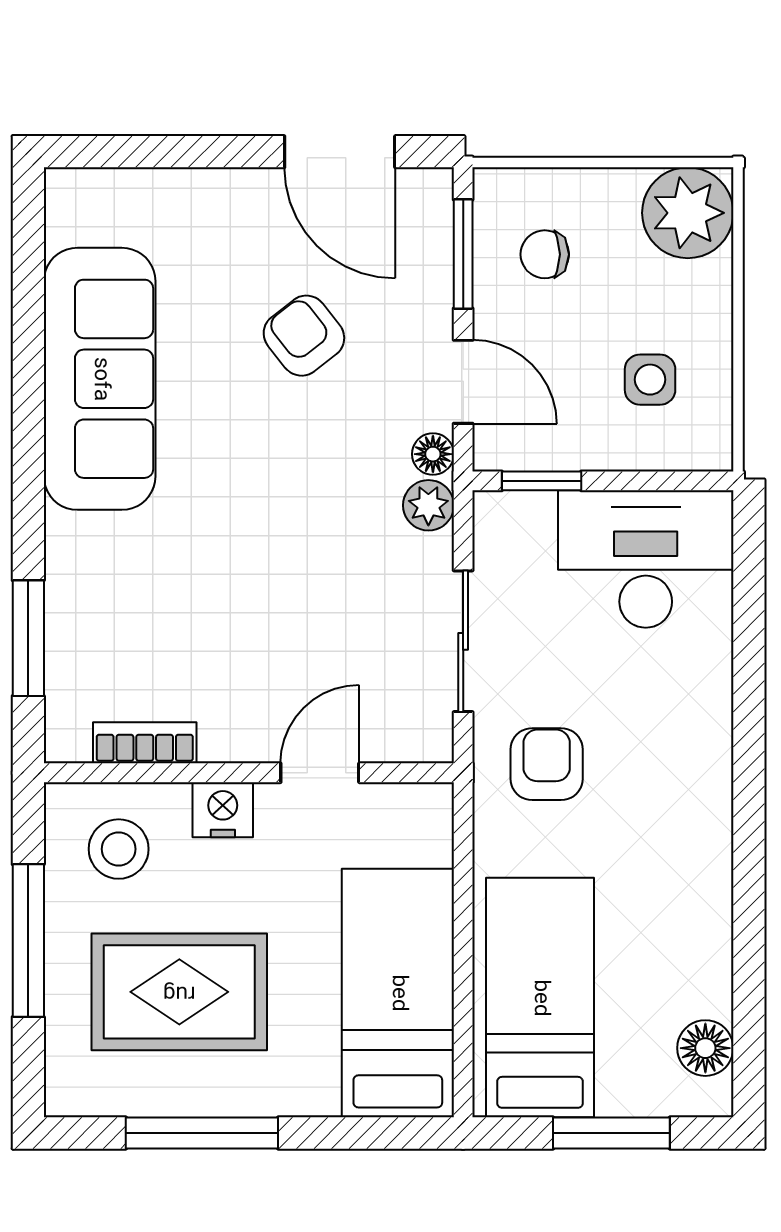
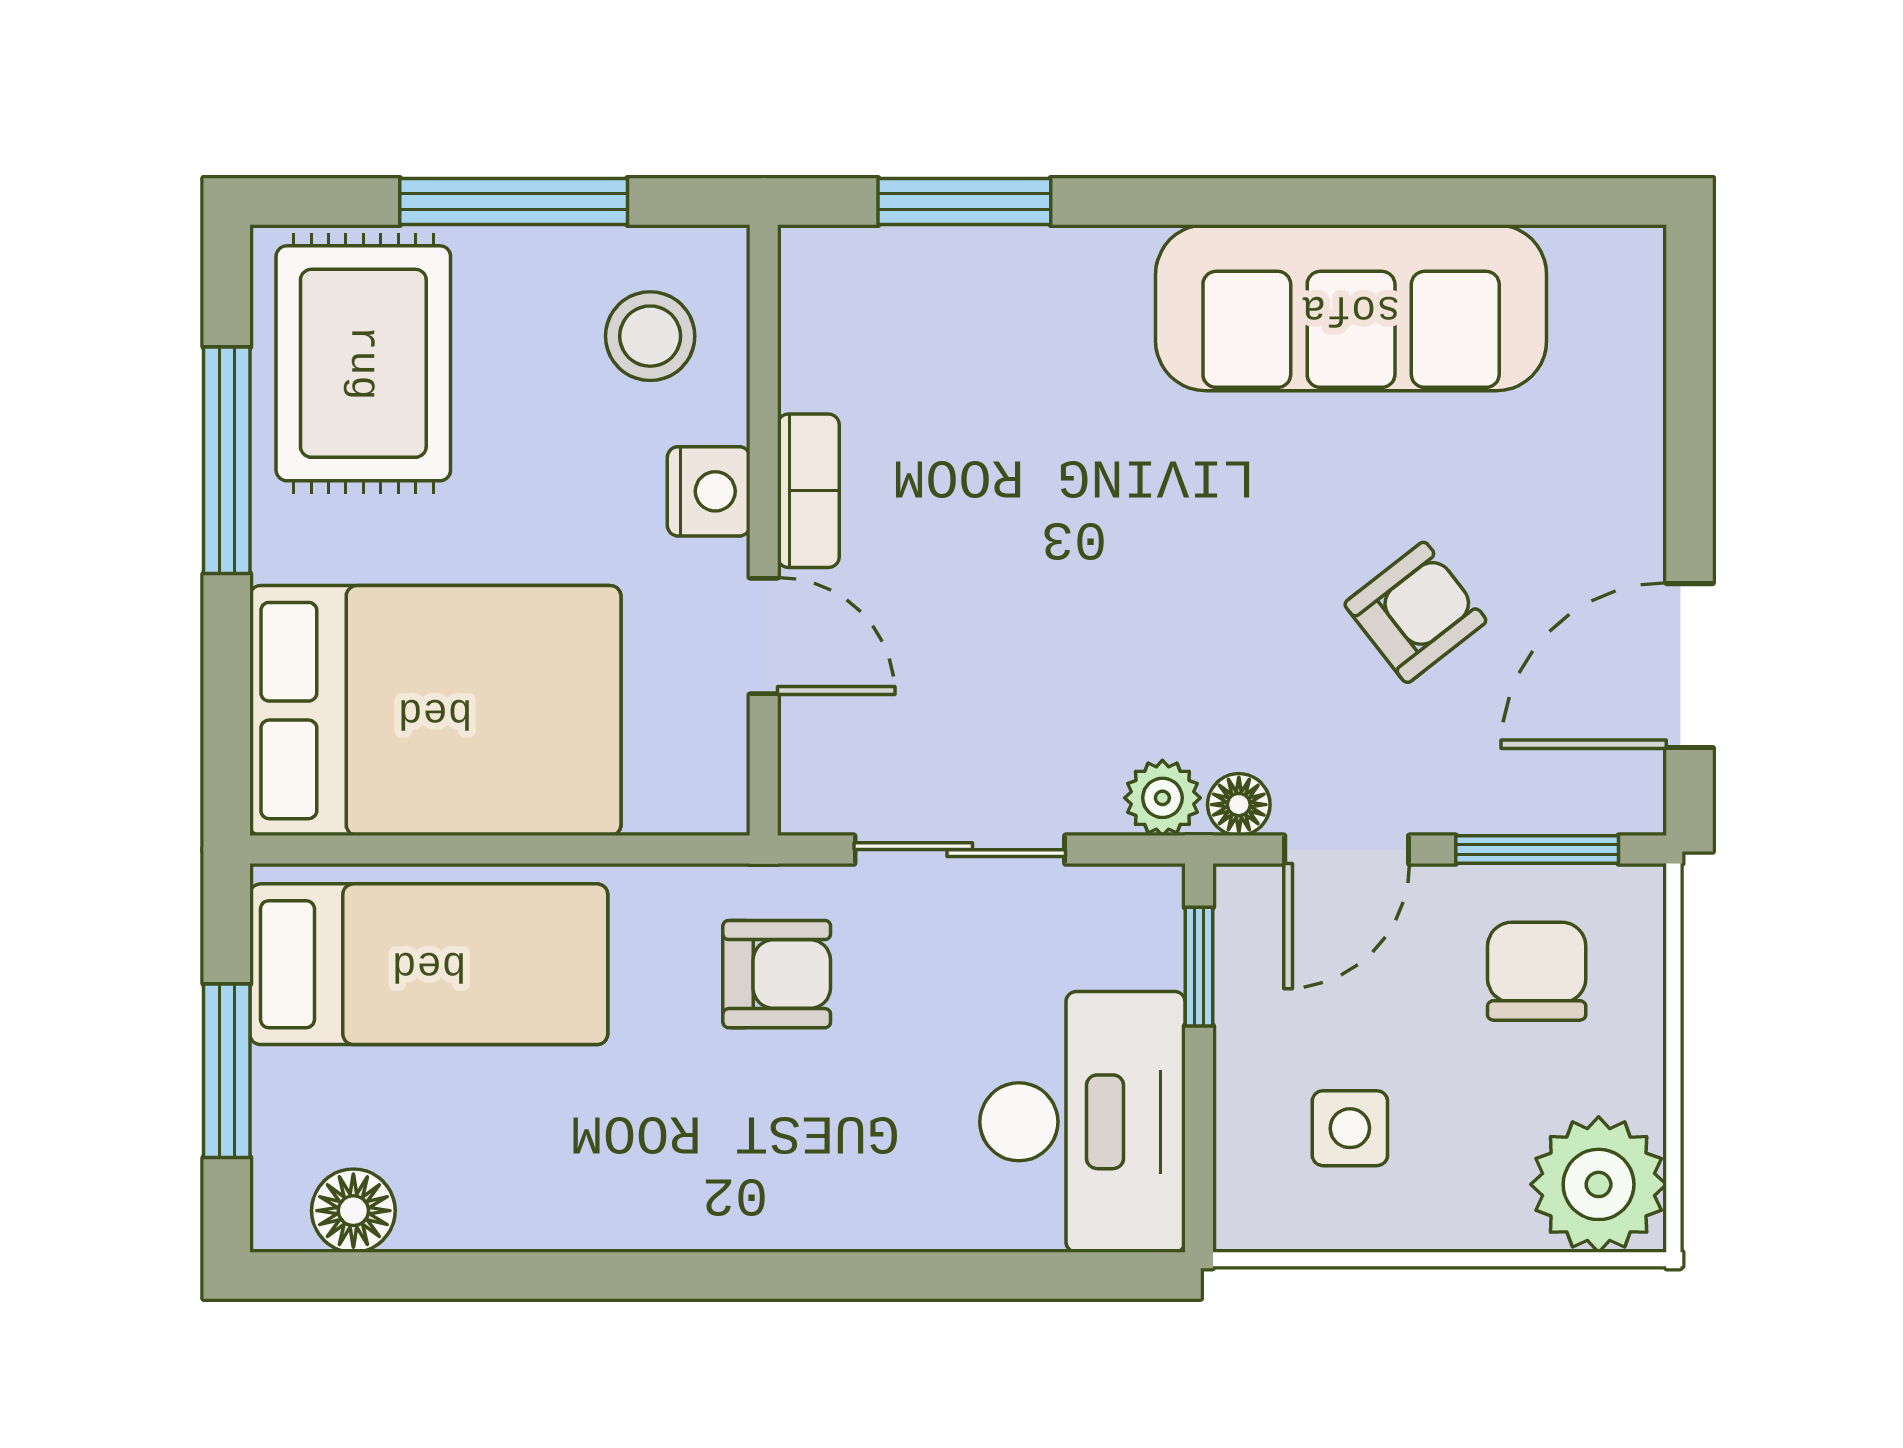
chair: (545, 254) -> (1537, 971), width x1.37, depth x1.37
bookcase: (145, 743) -> (808, 491), moved
rug: (179, 992) -> (363, 363), moved
bed: (398, 993) -> (435, 711), width x1.50

